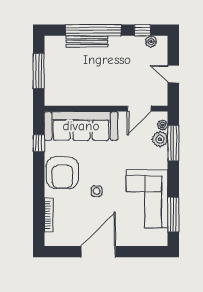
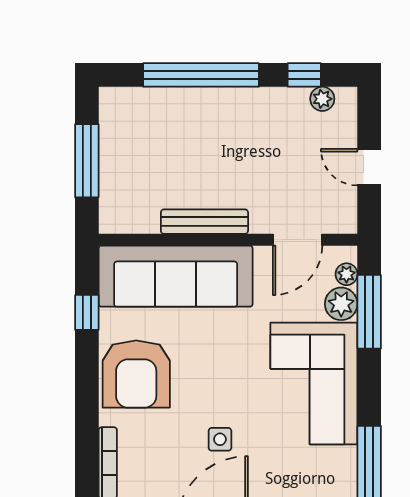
bench: (87, 42) -> (204, 222), moved
side table: (96, 191) -> (220, 439), moved
corner sofa: (147, 199) -> (314, 383), moved

